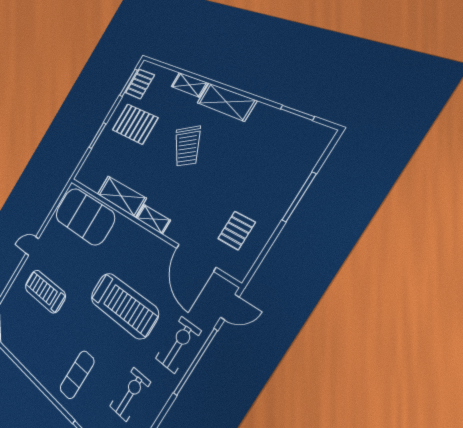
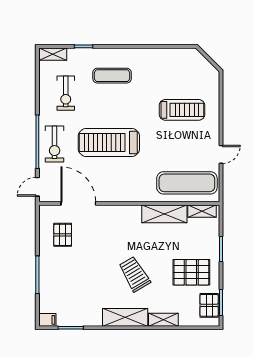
filing cabinet: (322, 134) -> (47, 320), added
exercise mat: (84, 216) -> (187, 183), width x0.68
shelving: (153, 219) -> (202, 211), moved
door: (32, 246) -> (221, 154), moved
exercise mat: (77, 375) -> (112, 76), turned 90

